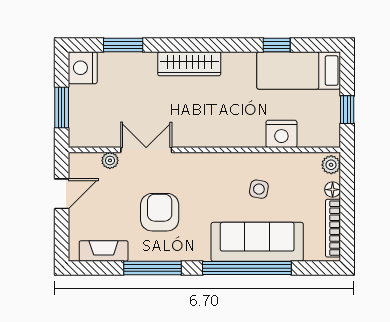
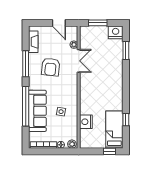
wardrobe: (189, 64) -> (117, 80), removed
window: (347, 110) -> (110, 151), moved
armchair: (160, 212) -> (51, 67), turned 96

